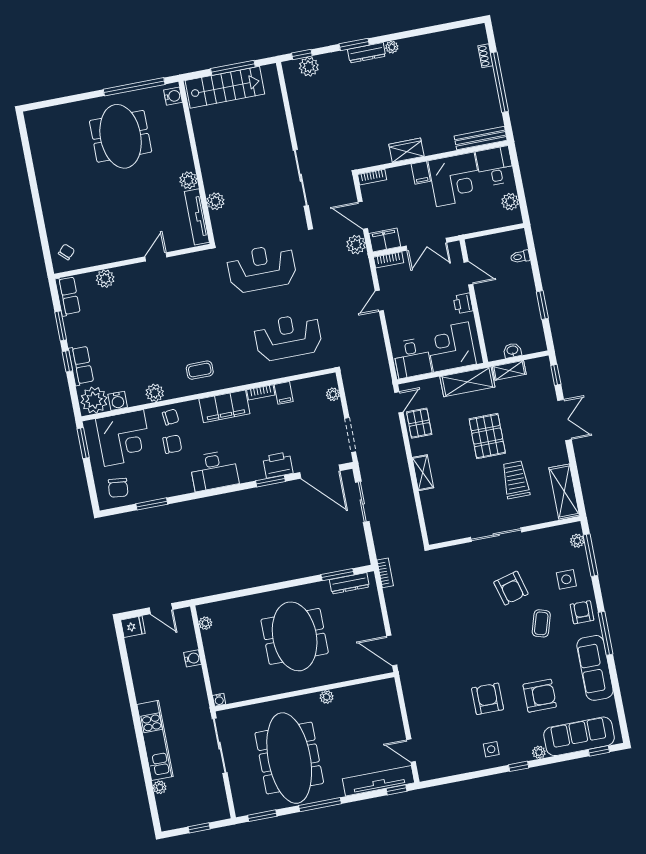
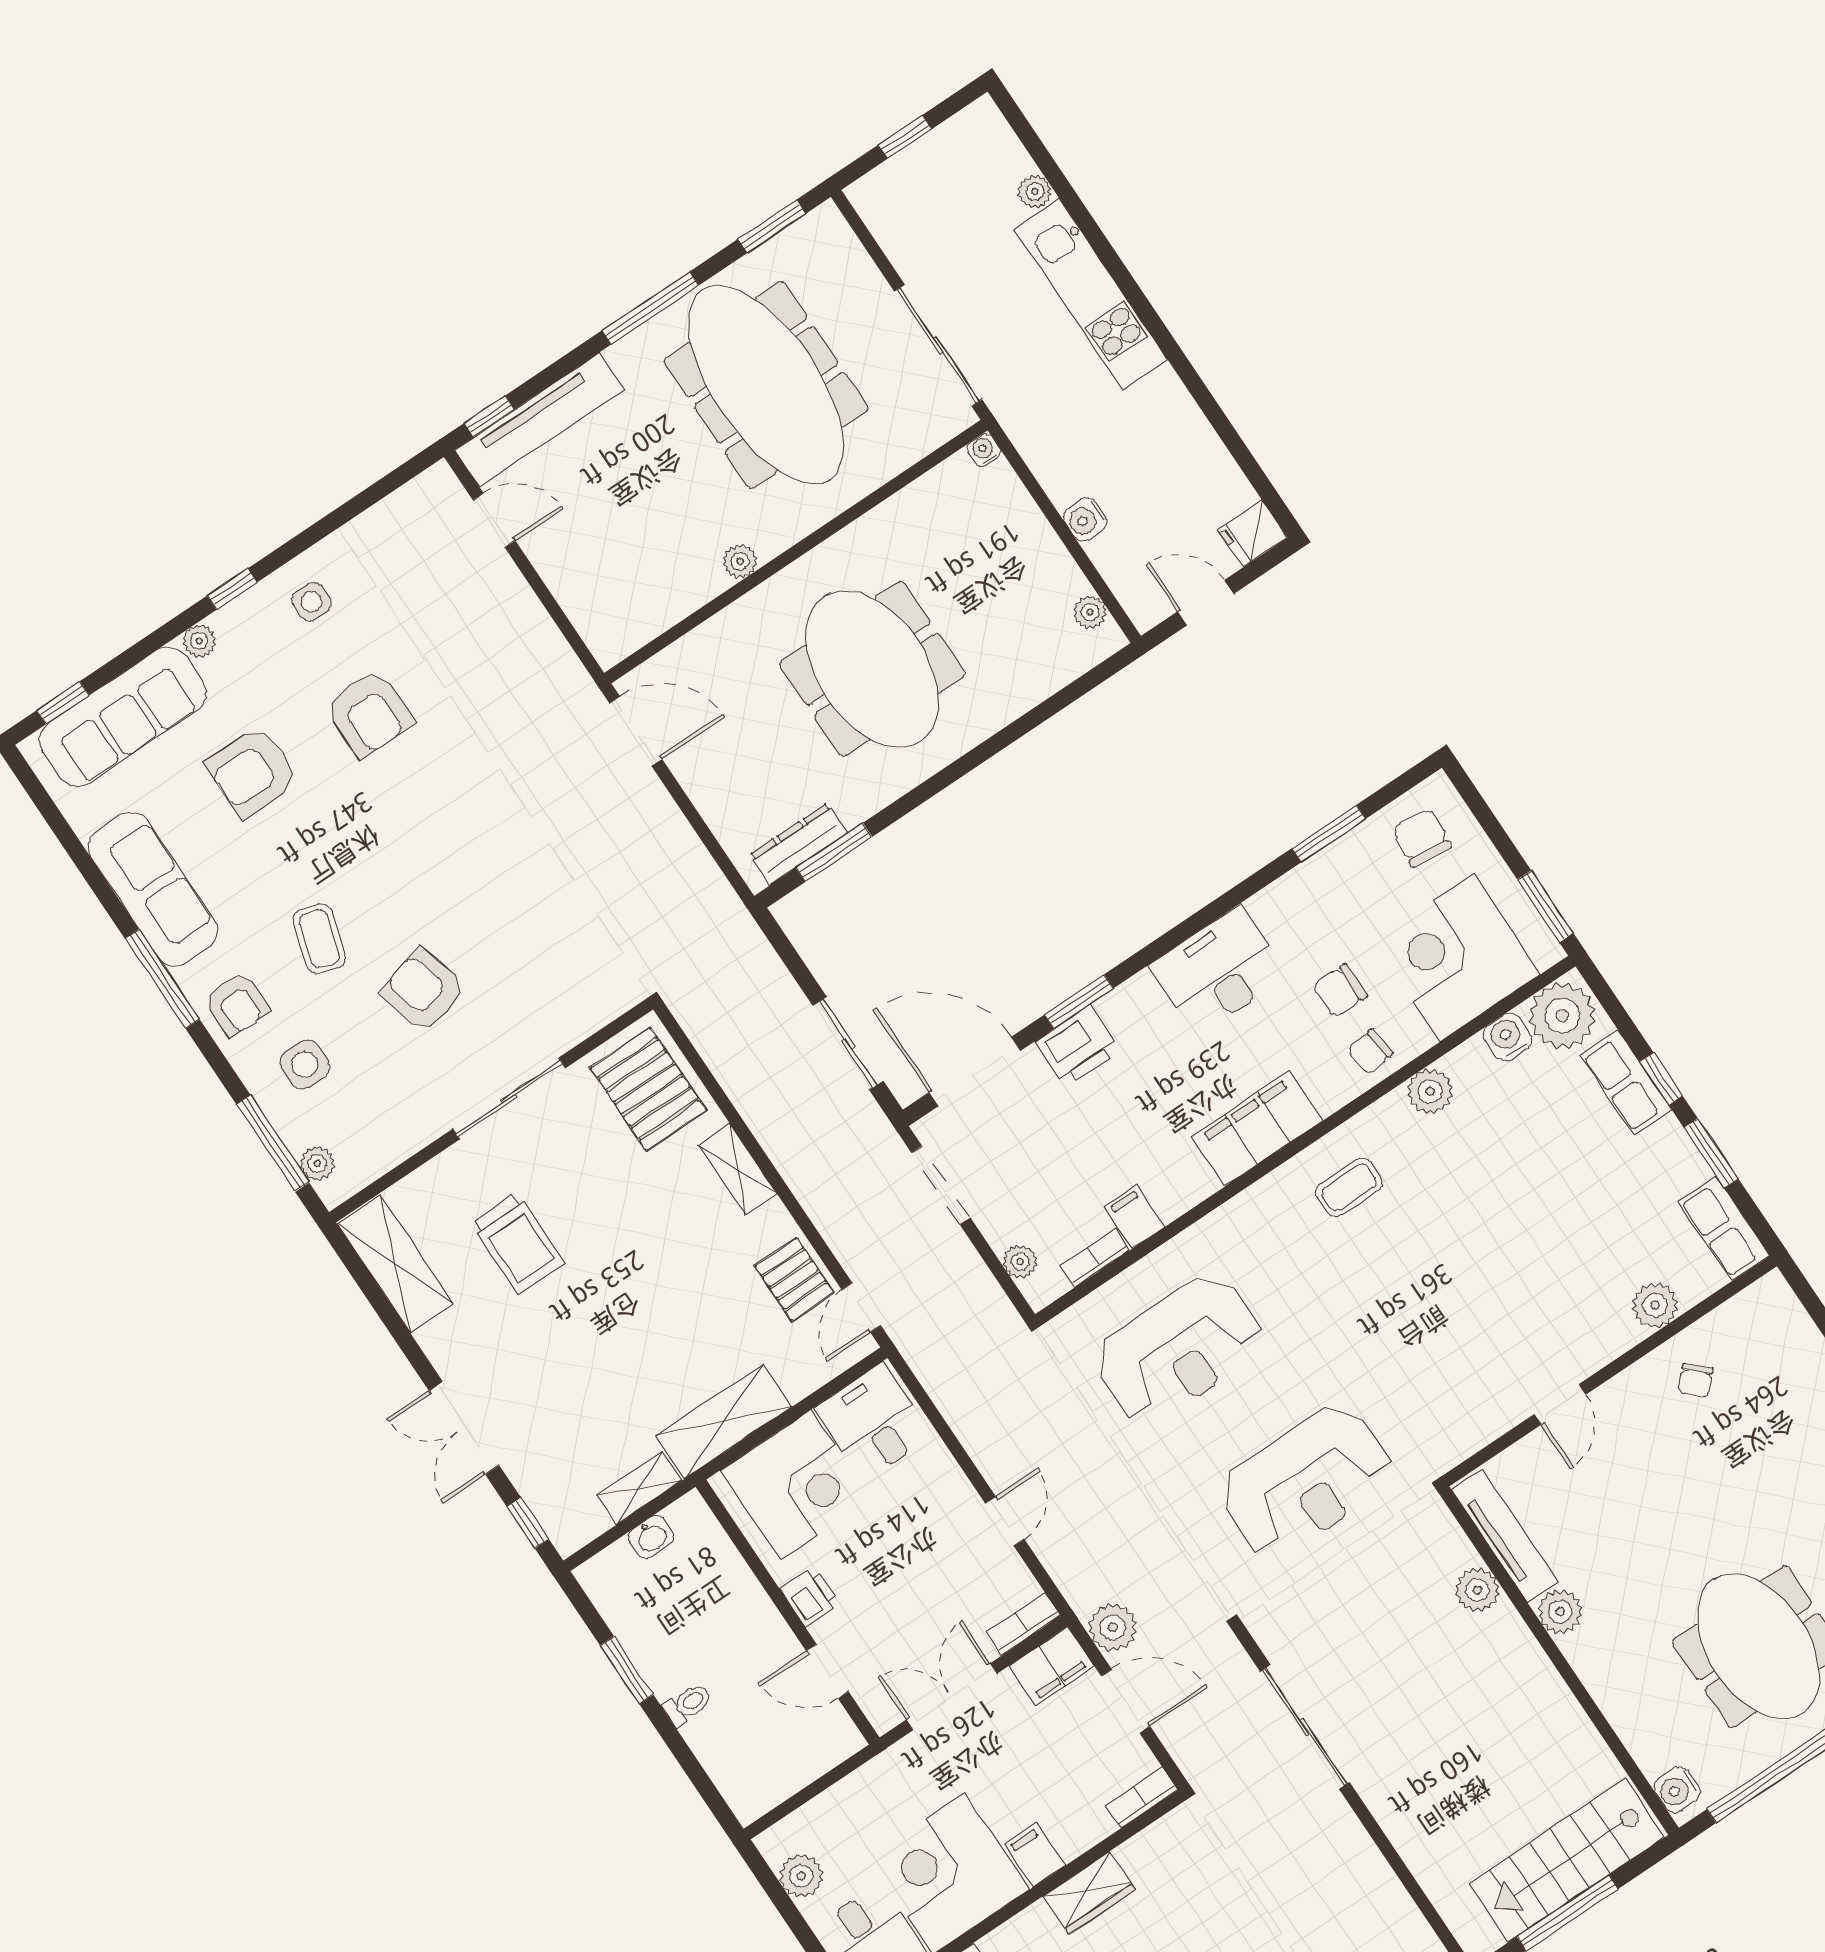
chair: (66, 252) -> (1696, 1381), moved
toilet: (520, 257) -> (688, 1704), moved
bookcase: (261, 392) -> (1095, 1258), moved
pallet: (487, 436) -> (648, 1089), moved
bookcase: (385, 573) -> (726, 903), removed

